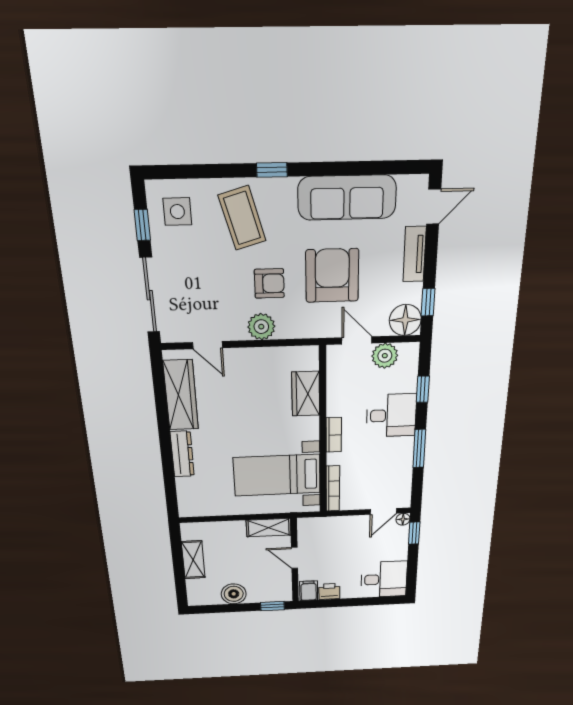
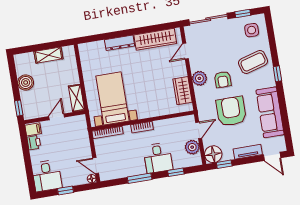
armchair: (332, 276) -> (231, 111), turned -90
wardrobe: (306, 394) -> (182, 91), moved, turned -90
window: (414, 533) -> (65, 191), moved

